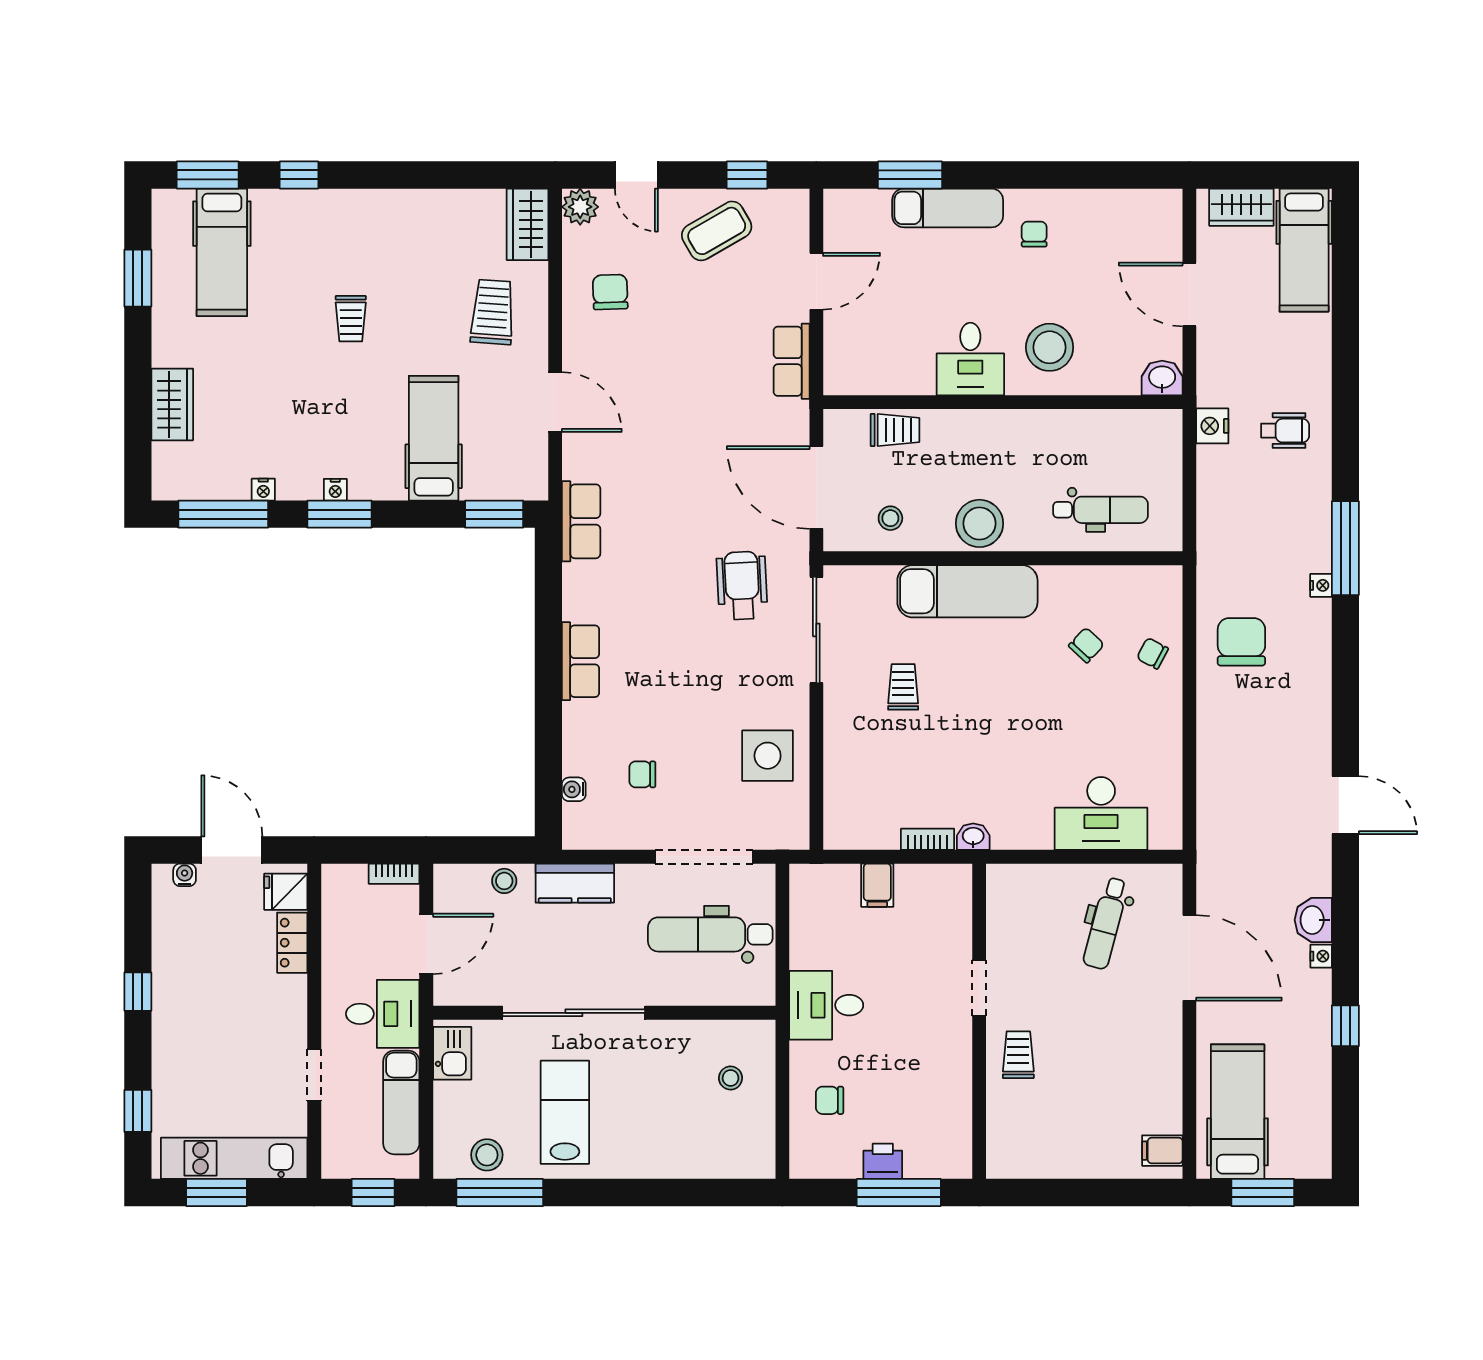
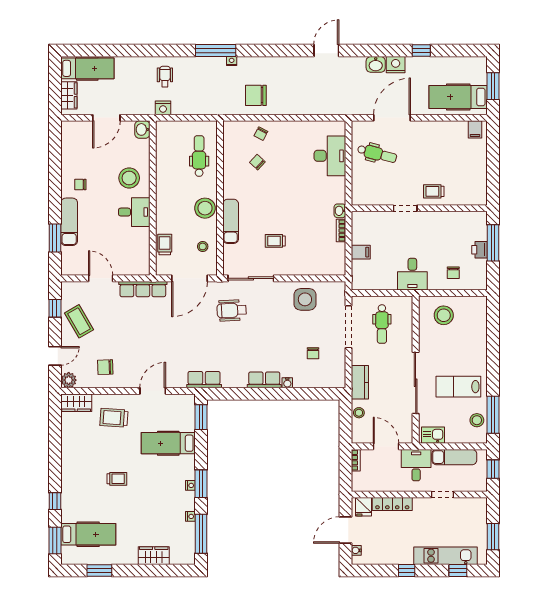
row of seats: (792, 361) -> (143, 289), width x1.48
exam couch: (967, 591) -> (231, 221), width x0.73, depth x0.69
water cooler: (574, 789) -> (287, 383), moved
dental chair: (710, 934) -> (382, 324), width x0.73, depth x0.72
locker: (292, 943) -> (392, 504), width x1.53
nightstand: (1321, 956) -> (396, 65), width x1.89, depth x1.79
stool: (731, 1078) -> (444, 315), width x1.89, depth x1.89
kitchen unit: (234, 1158) -> (446, 556), moved, turned 90

